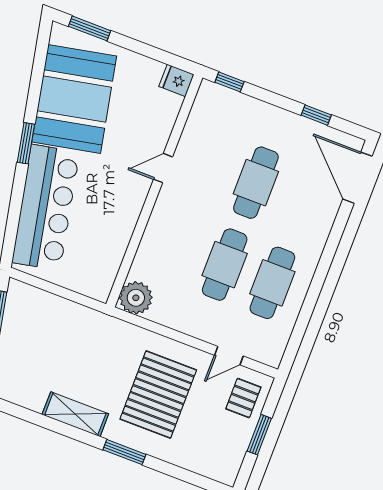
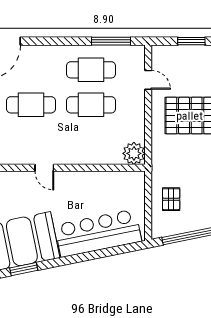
window: (26, 143) -> (24, 269), moved
window: (301, 325) -> (111, 41), added
pallet: (243, 398) -> (171, 199), moved, turned 90

